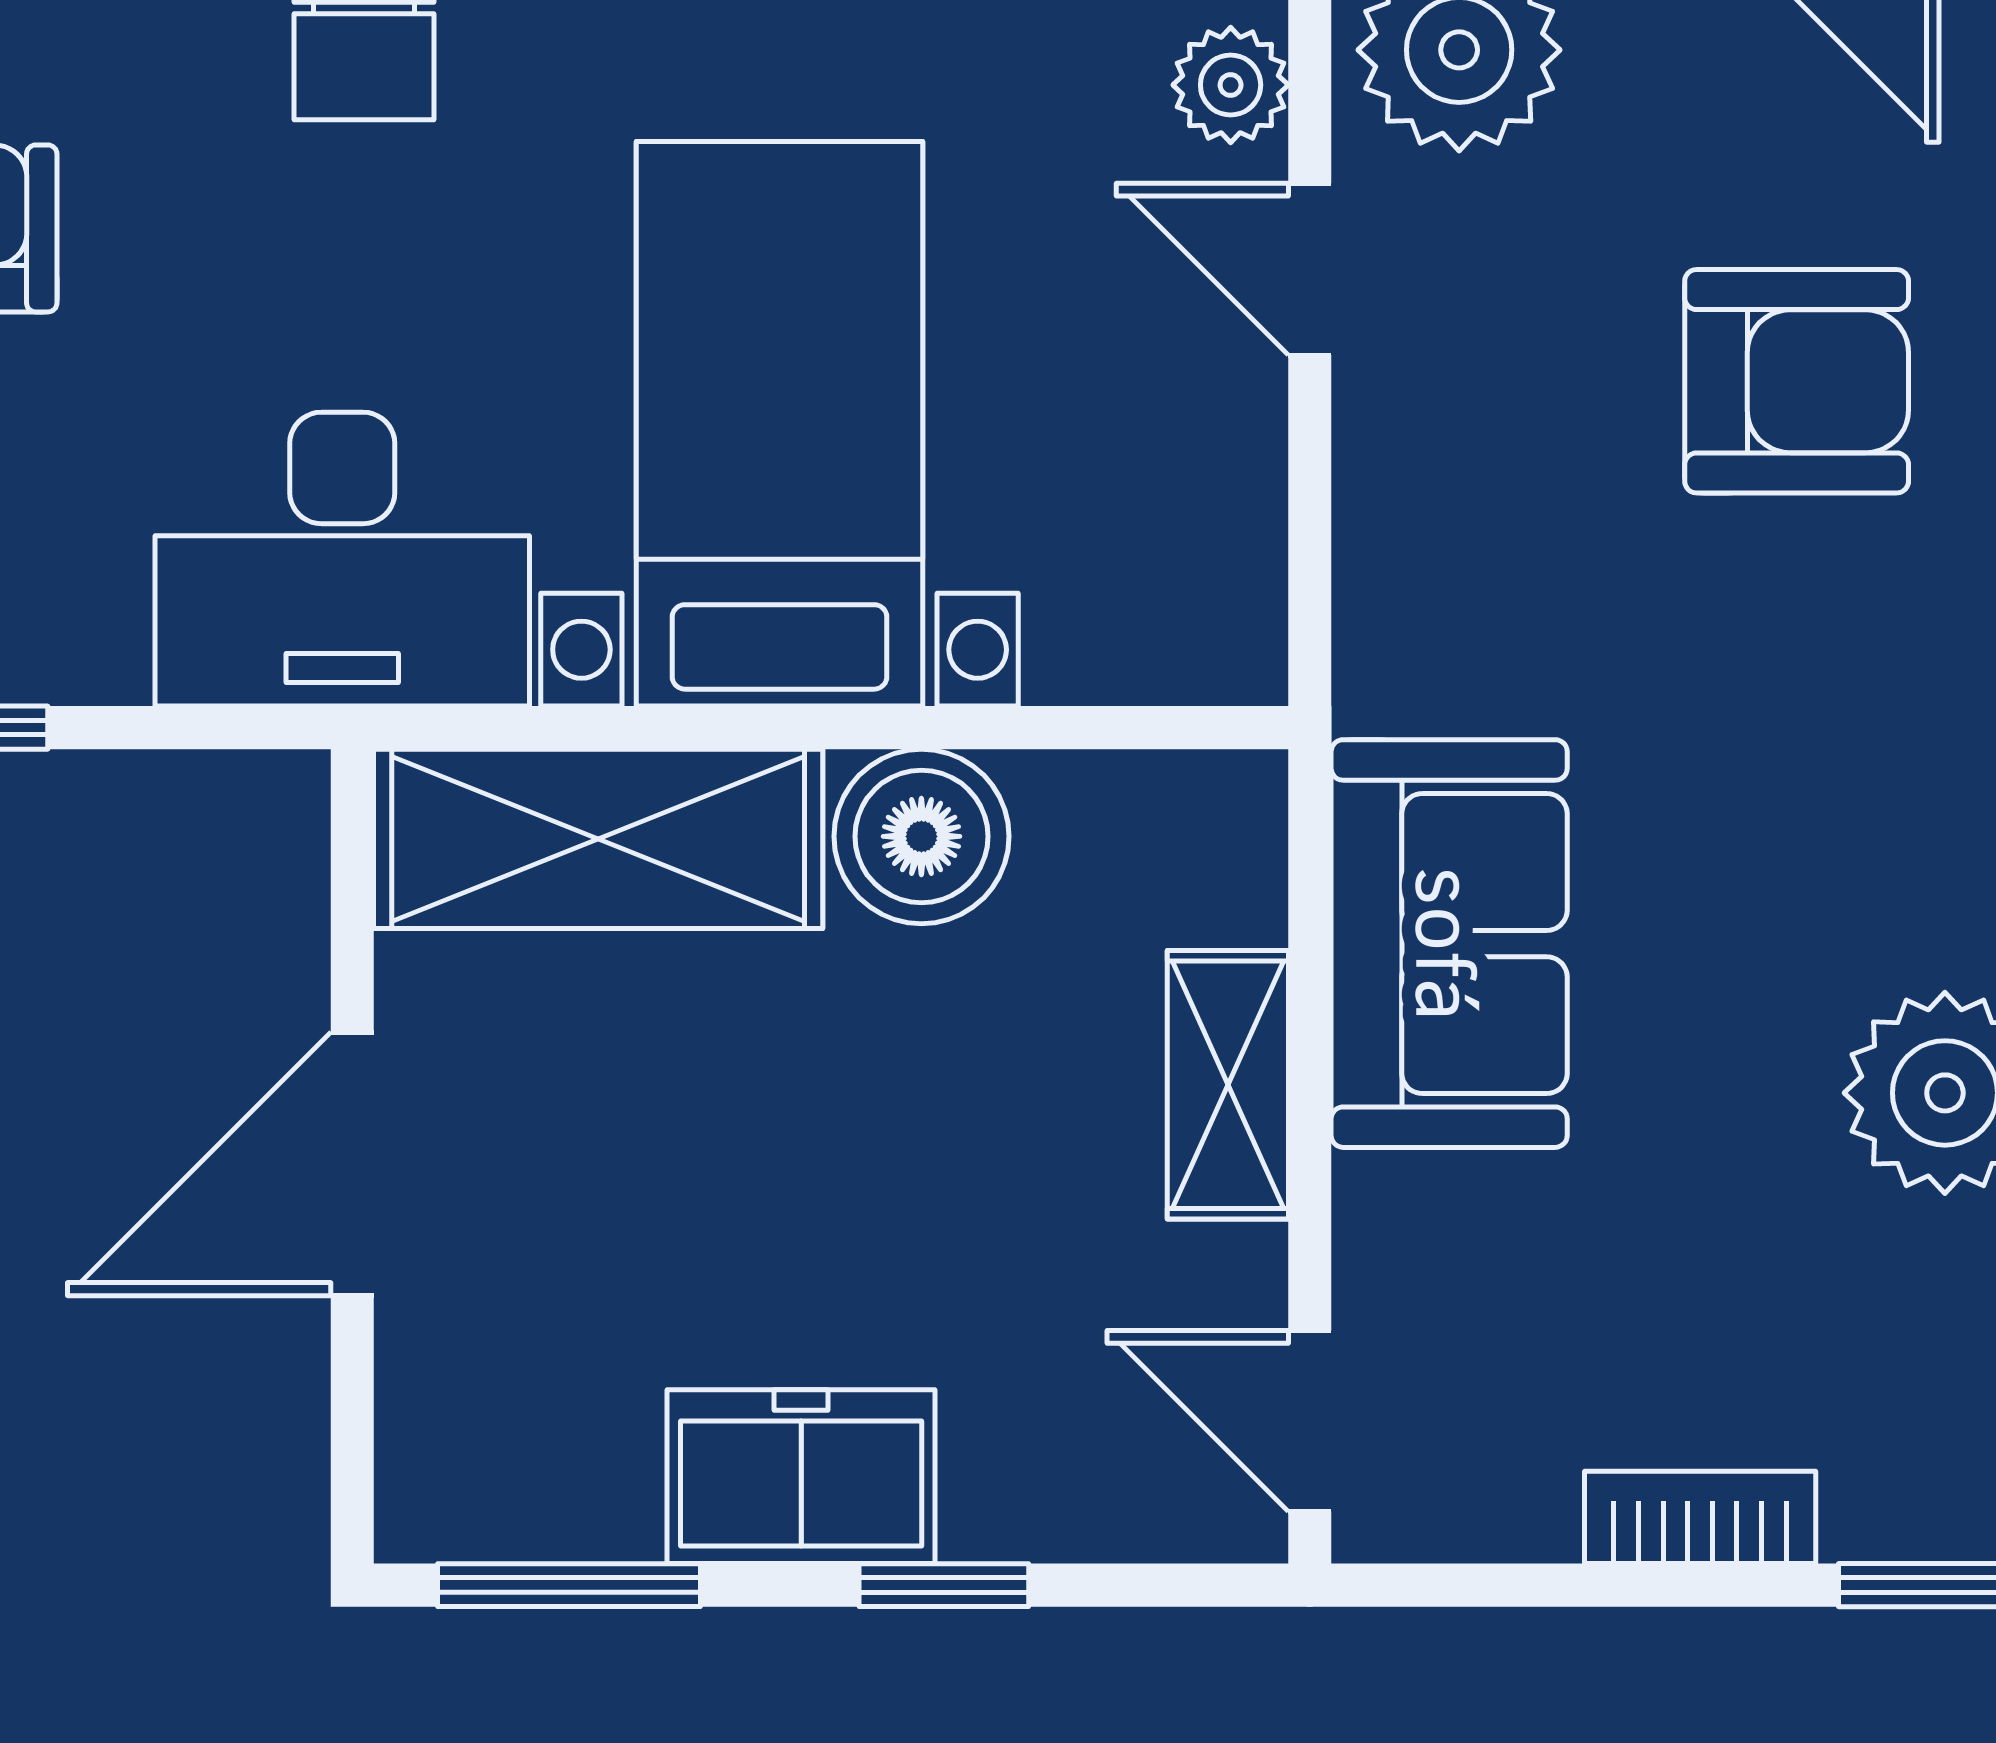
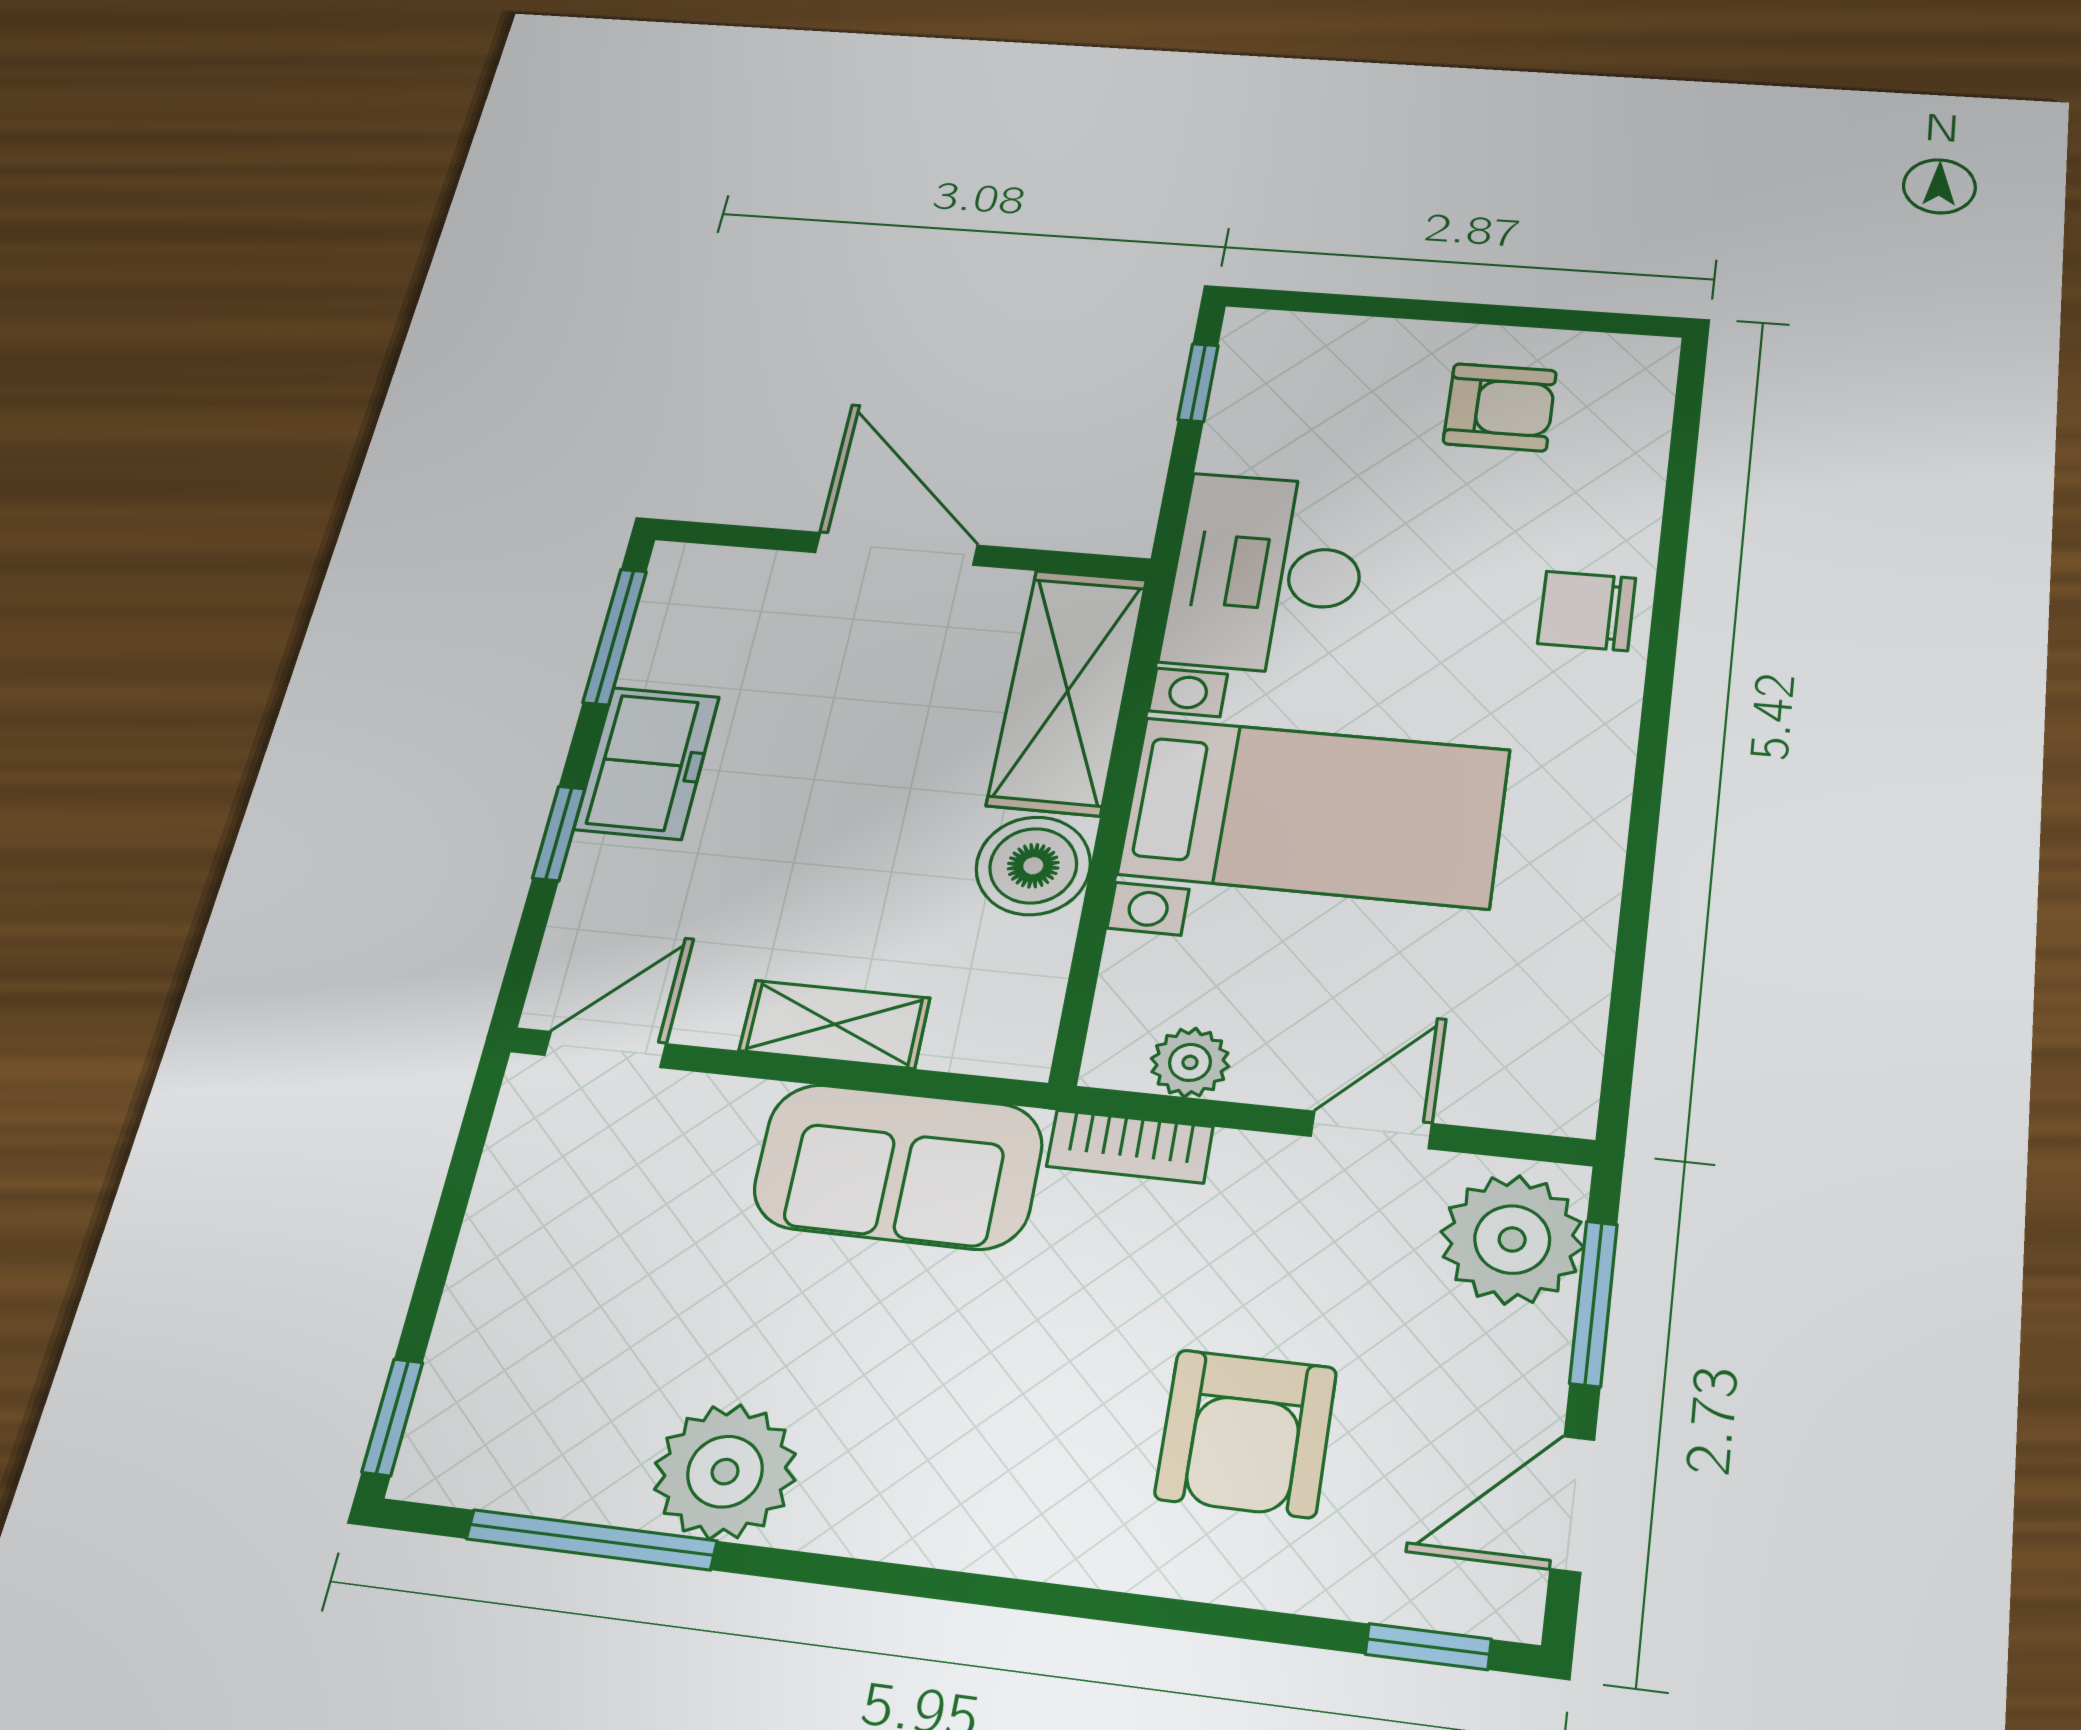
plant: (1231, 85) -> (1190, 1062), moved
bookcase: (1700, 1517) -> (1130, 1146), moved, turned 90

